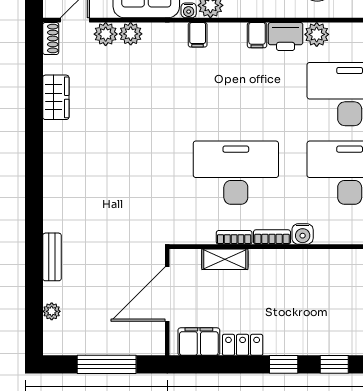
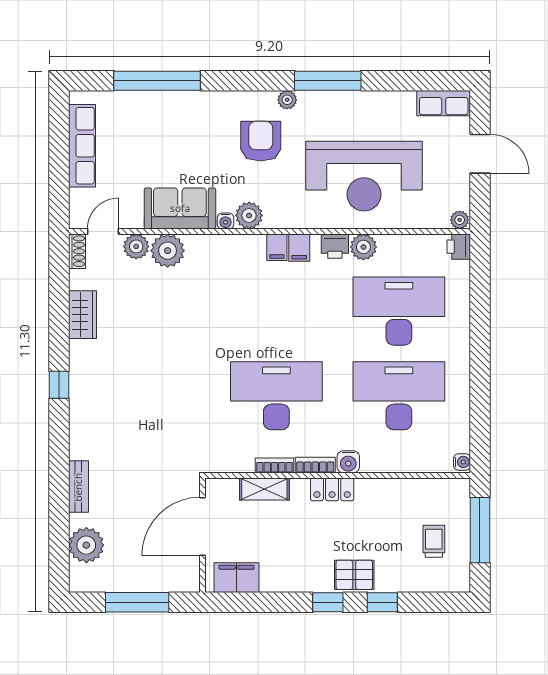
plant: (131, 34) -> (168, 251), width x1.36, depth x1.36
filing cabinet: (198, 35) -> (277, 247), moved
printer: (286, 36) -> (335, 246), width x0.73, depth x0.81
window: (34, 162) -> (59, 385), added
plant: (52, 311) -> (86, 545), width x1.88, depth x1.88
pallet: (308, 339) -> (354, 575), added
locker: (243, 345) -> (332, 489), moved, turned 180

